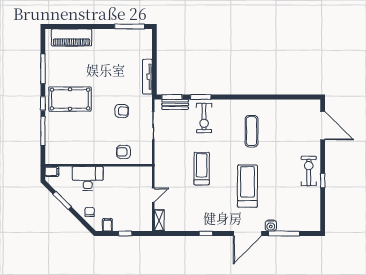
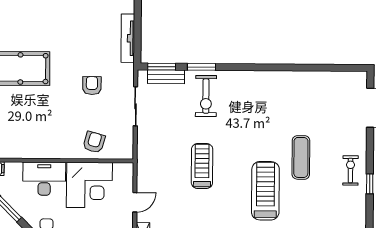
armchair: (122, 111) -> (92, 86), turned -93
exercise mat: (252, 131) -> (301, 157), moved
armchair: (124, 152) -> (94, 142), turned 106
exercise bike: (309, 171) -> (350, 170), width x0.73, depth x0.72
corner desk: (120, 183) -> (89, 185), added

